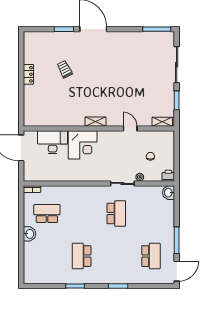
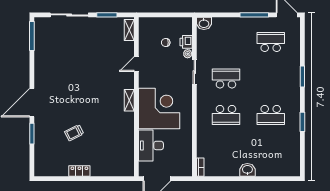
corner desk: (83, 145) -> (159, 108), width x1.36, depth x1.36
printer: (168, 176) -> (186, 42), moved
school desk: (47, 213) -> (226, 115), moved, turned -90

